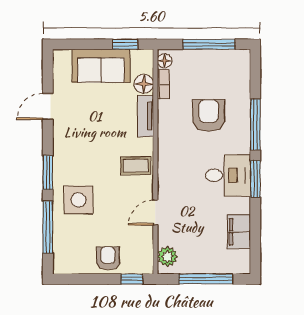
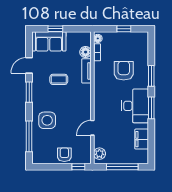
window: (125, 44) -> (55, 29), moved
window: (209, 44) -> (124, 29), width x0.46
sofa: (101, 66) -> (49, 41), moved
window: (255, 124) -> (151, 76), width x0.69
coffee table: (136, 166) -> (59, 79), moved
window: (48, 173) -> (29, 92), moved
desk: (228, 175) -> (135, 106), width x1.37

